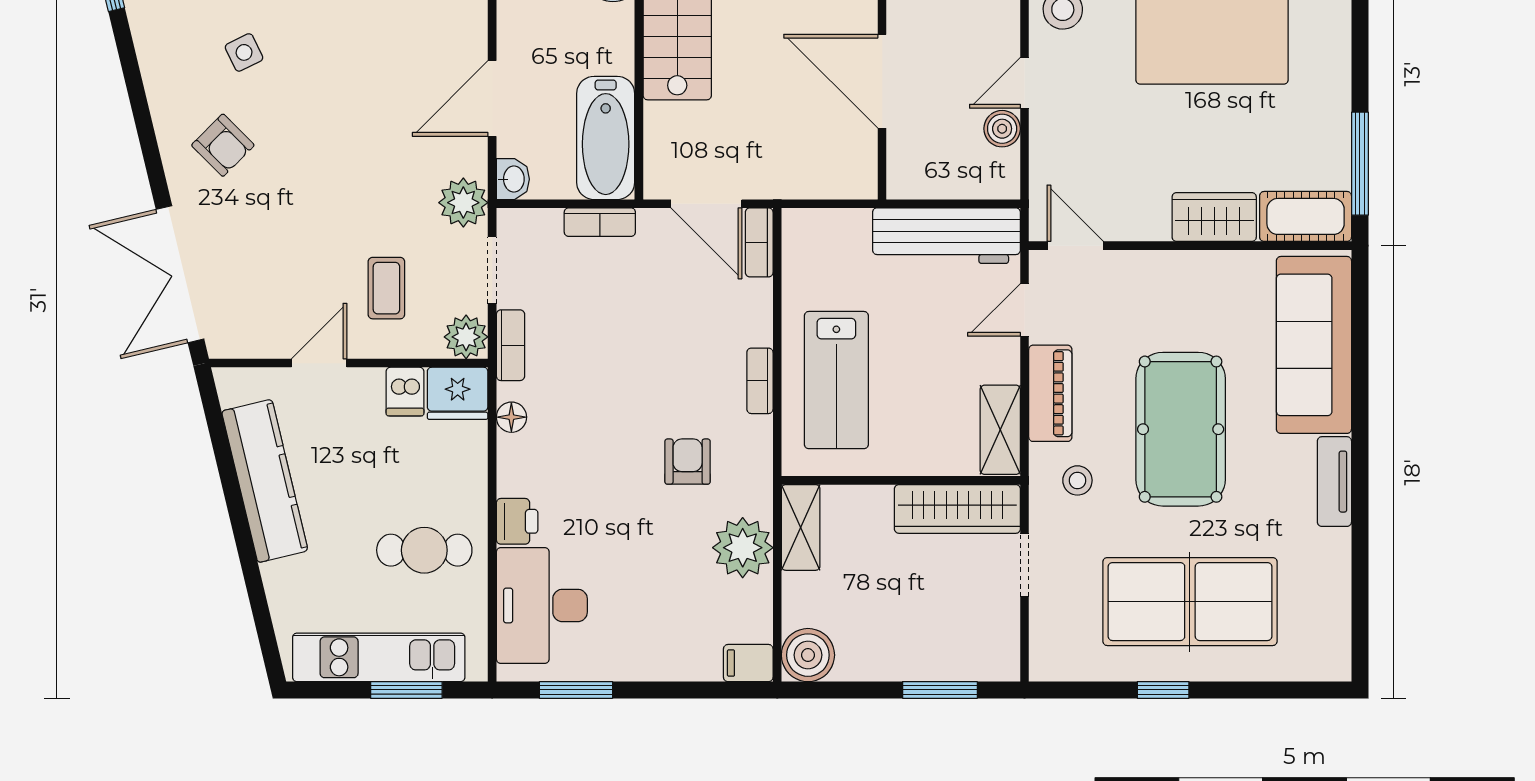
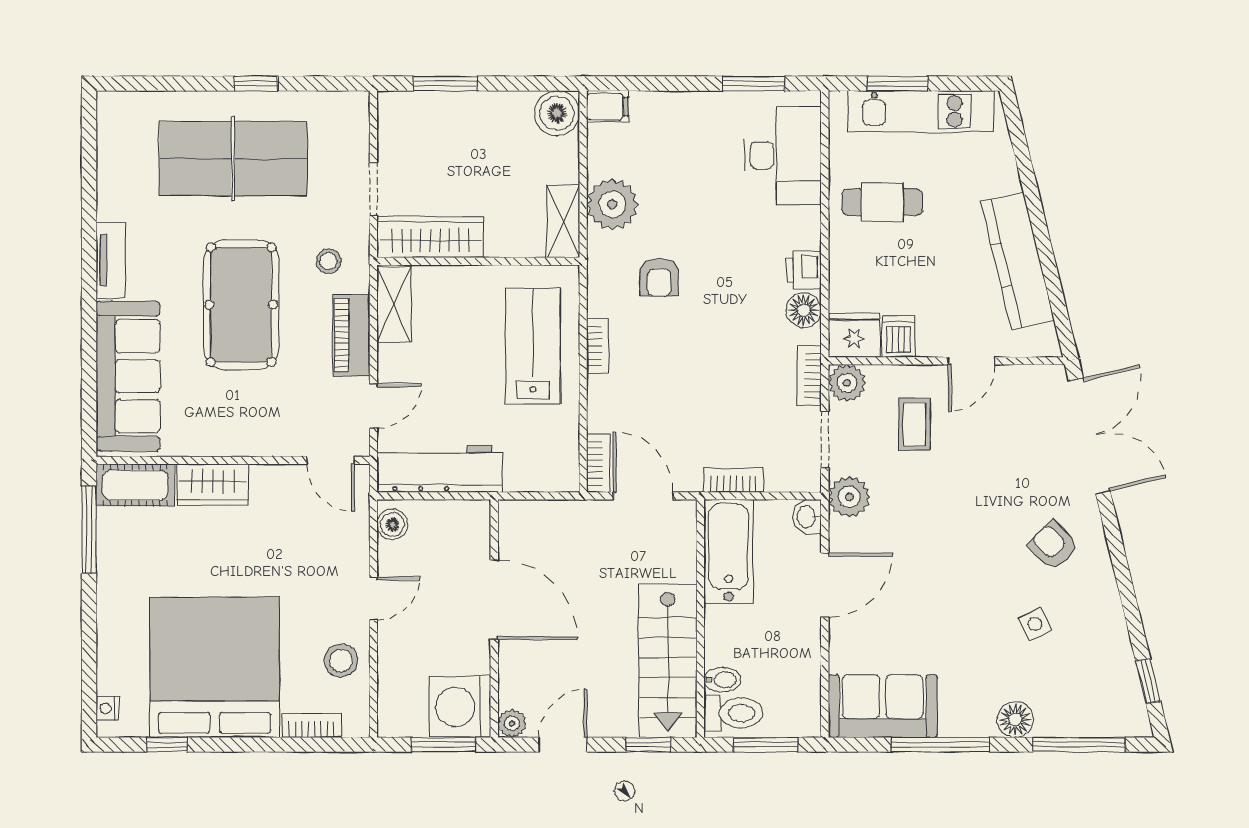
boiler: (1002, 129) -> (392, 524), moved
floor lamp: (511, 417) -> (804, 310), width x1.37, depth x1.37
printer: (517, 521) -> (804, 270), moved

